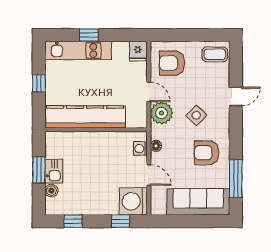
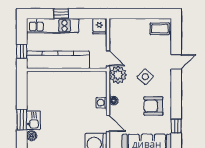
armchair: (172, 63) -> (126, 36), removed
kitchen counter: (85, 117) -> (58, 60), moved
wall: (96, 130) -> (67, 70), moved
window: (236, 178) -> (176, 126), width x0.46

